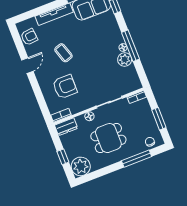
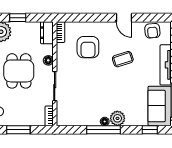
plant: (125, 60) -> (117, 118), moved

